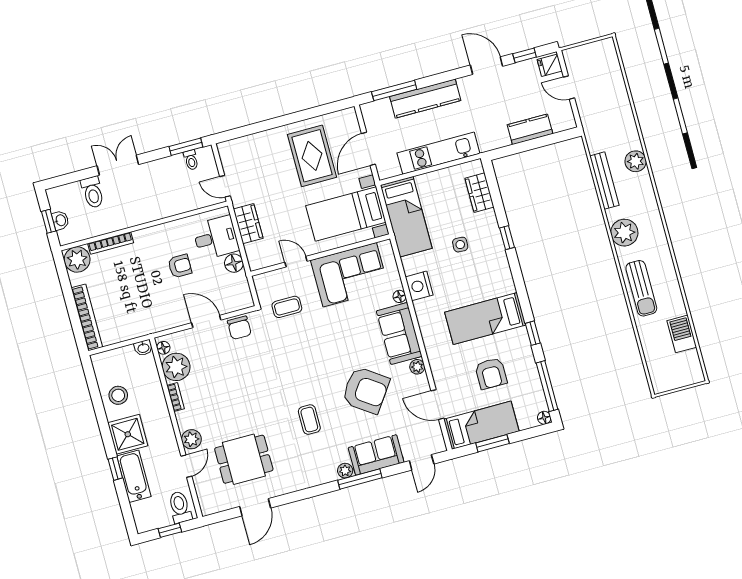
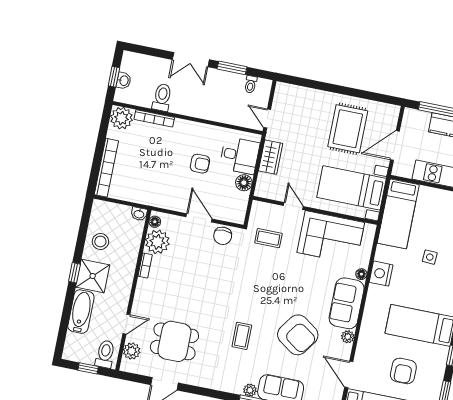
window: (186, 147) -> (232, 68), moved
double door: (118, 165) -> (191, 60), swing flipped
toilet: (93, 192) -> (162, 97), moved, turned 180
plant: (191, 439) -> (132, 351), moved
window: (115, 469) -> (74, 273), moved

